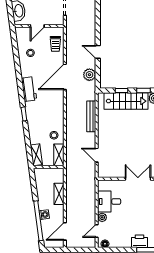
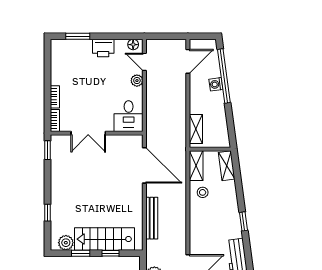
door: (97, 155) -> (144, 165), width x1.88
shelving: (59, 194) -> (196, 129), moved
desk: (109, 201) -> (129, 116), moved, turned 90
door: (97, 231) -> (144, 62), swing flipped
printer: (140, 241) -> (103, 48), moved

